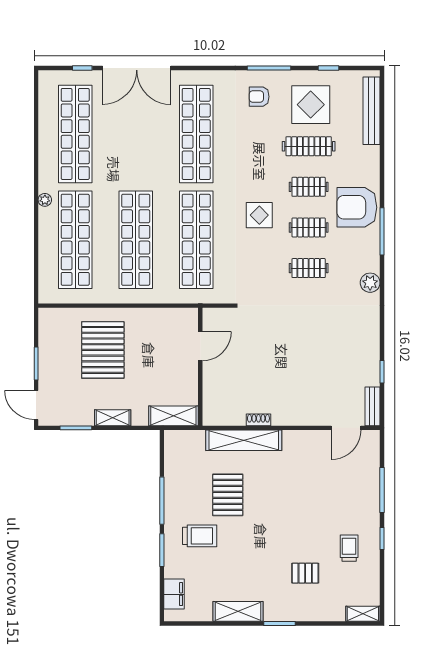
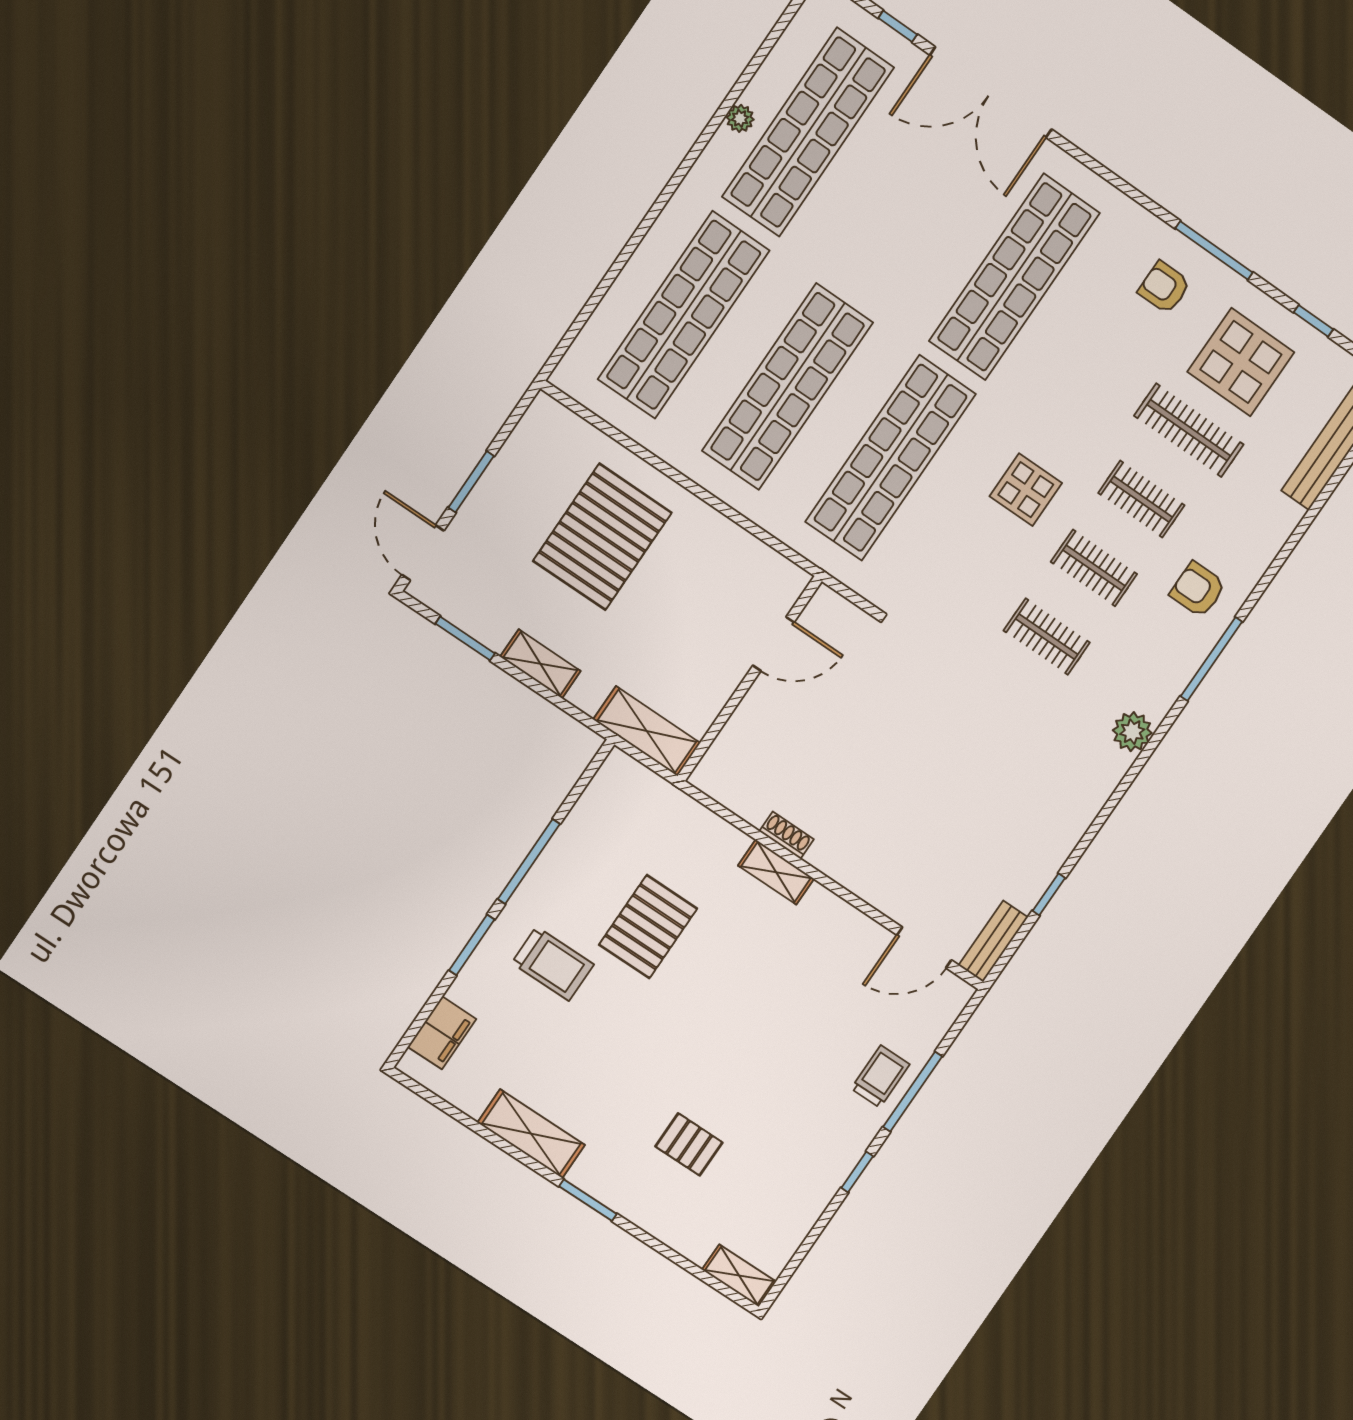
plant: (45, 200) -> (740, 118), moved
armchair: (357, 207) -> (1198, 589), width x0.53, depth x0.53
shelving: (244, 440) -> (776, 872), width x0.45, depth x0.75
trolley: (349, 548) -> (880, 1076), moved

